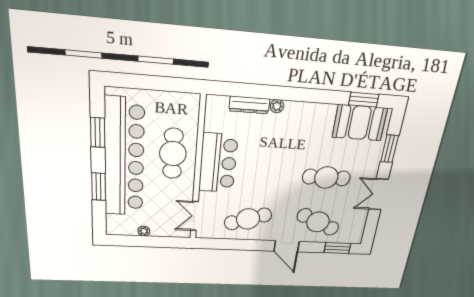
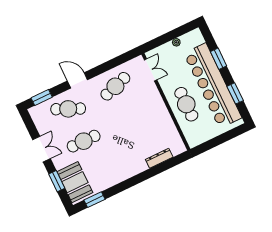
plant: (277, 106) -> (143, 167), removed
booth: (360, 123) -> (75, 182), moved, turned 90
bar counter: (218, 163) -> (156, 113), removed

